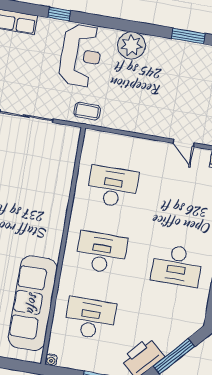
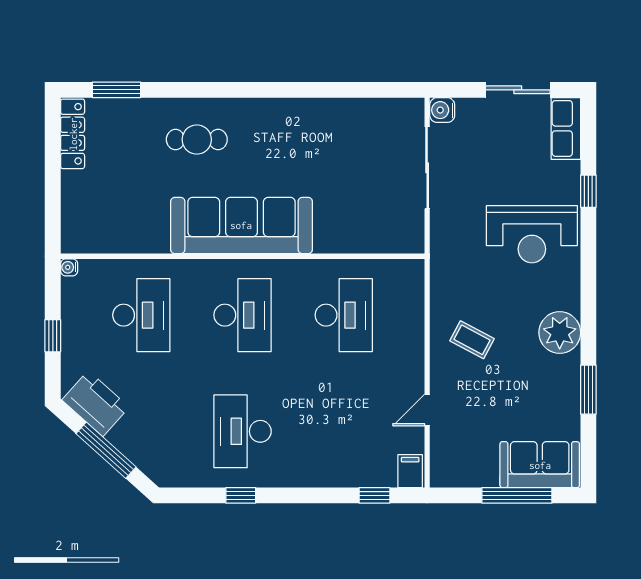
plant: (131, 45) -> (560, 333), moved
coffee table: (87, 111) -> (472, 340), moved, turned -62
sofa: (33, 303) -> (241, 225), moved

